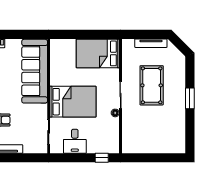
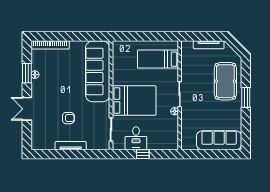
bed: (98, 53) -> (158, 59), width x0.67
pool table: (152, 85) -> (225, 81), moved
sofa: (162, 143) -> (219, 140), added
window: (102, 158) -> (143, 154), moved

